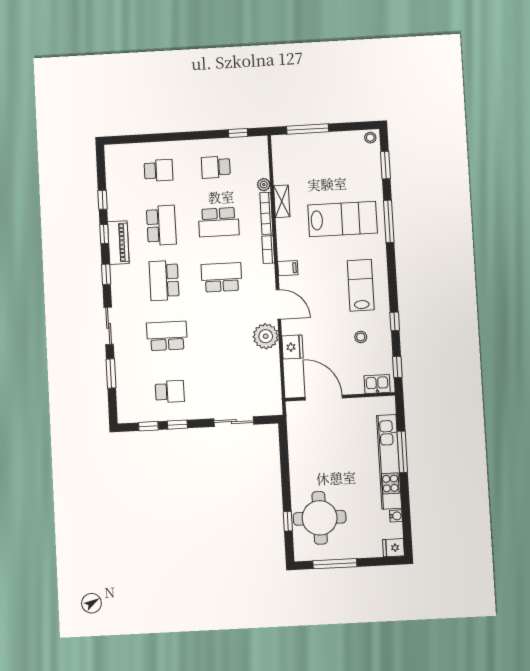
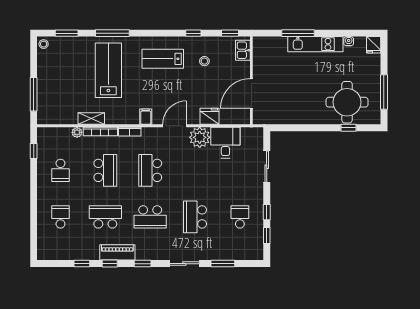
desk: (261, 369) -> (225, 143), added
kitchen unit: (389, 462) -> (315, 44), width x0.73

